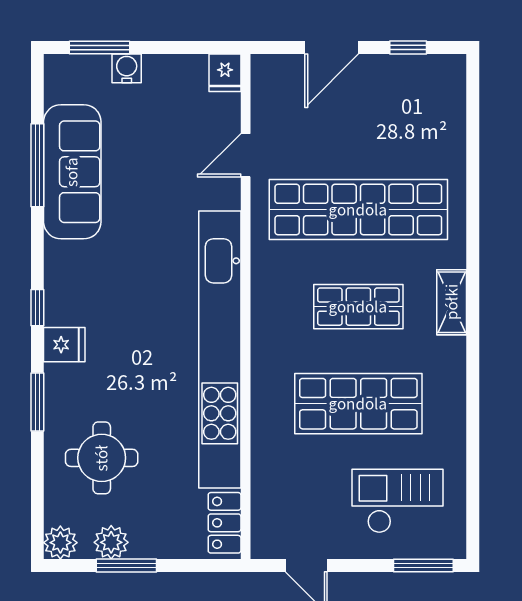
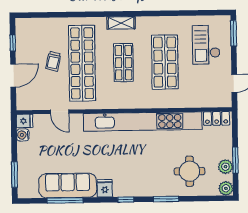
door: (332, 48) -> (13, 76), hinge flipped
water cooler: (127, 68) -> (23, 135), moved
trolley: (364, 142) -> (53, 61), added
fridge: (64, 345) -> (105, 188), moved

